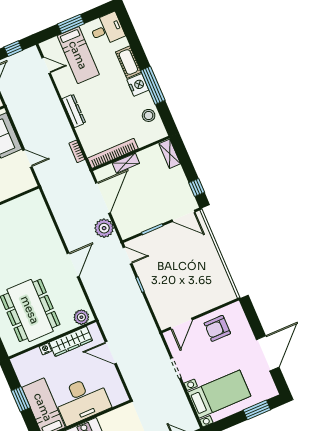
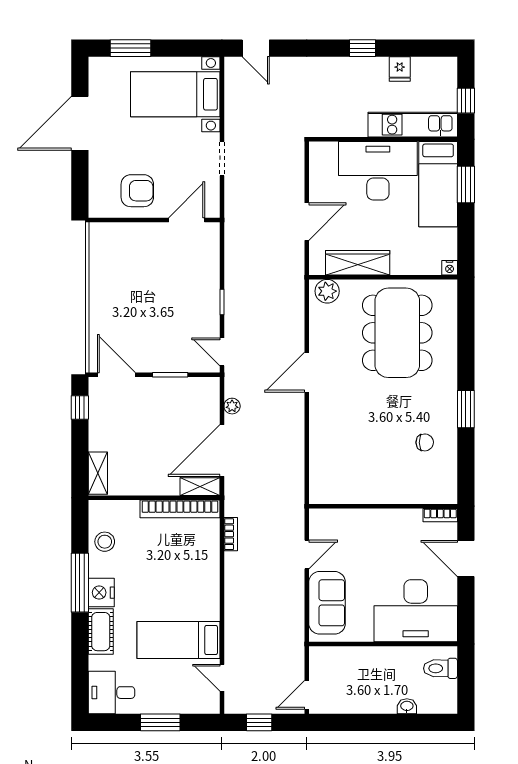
bed: (78, 55) -> (178, 640), moved, turned -90
dresser: (74, 111) -> (210, 595), removed
door: (27, 158) -> (307, 555), swing flipped
shelving: (126, 163) -> (200, 487), moved
plant: (104, 228) -> (232, 406), width x0.53, depth x0.53
nightstand: (45, 349) -> (450, 268), moved
door: (111, 353) -> (307, 222), hinge flipped
window: (21, 399) -> (466, 185), moved

